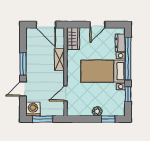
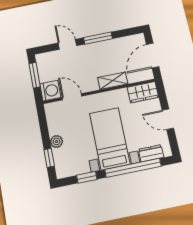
washing machine: (33, 109) -> (50, 91), moved

